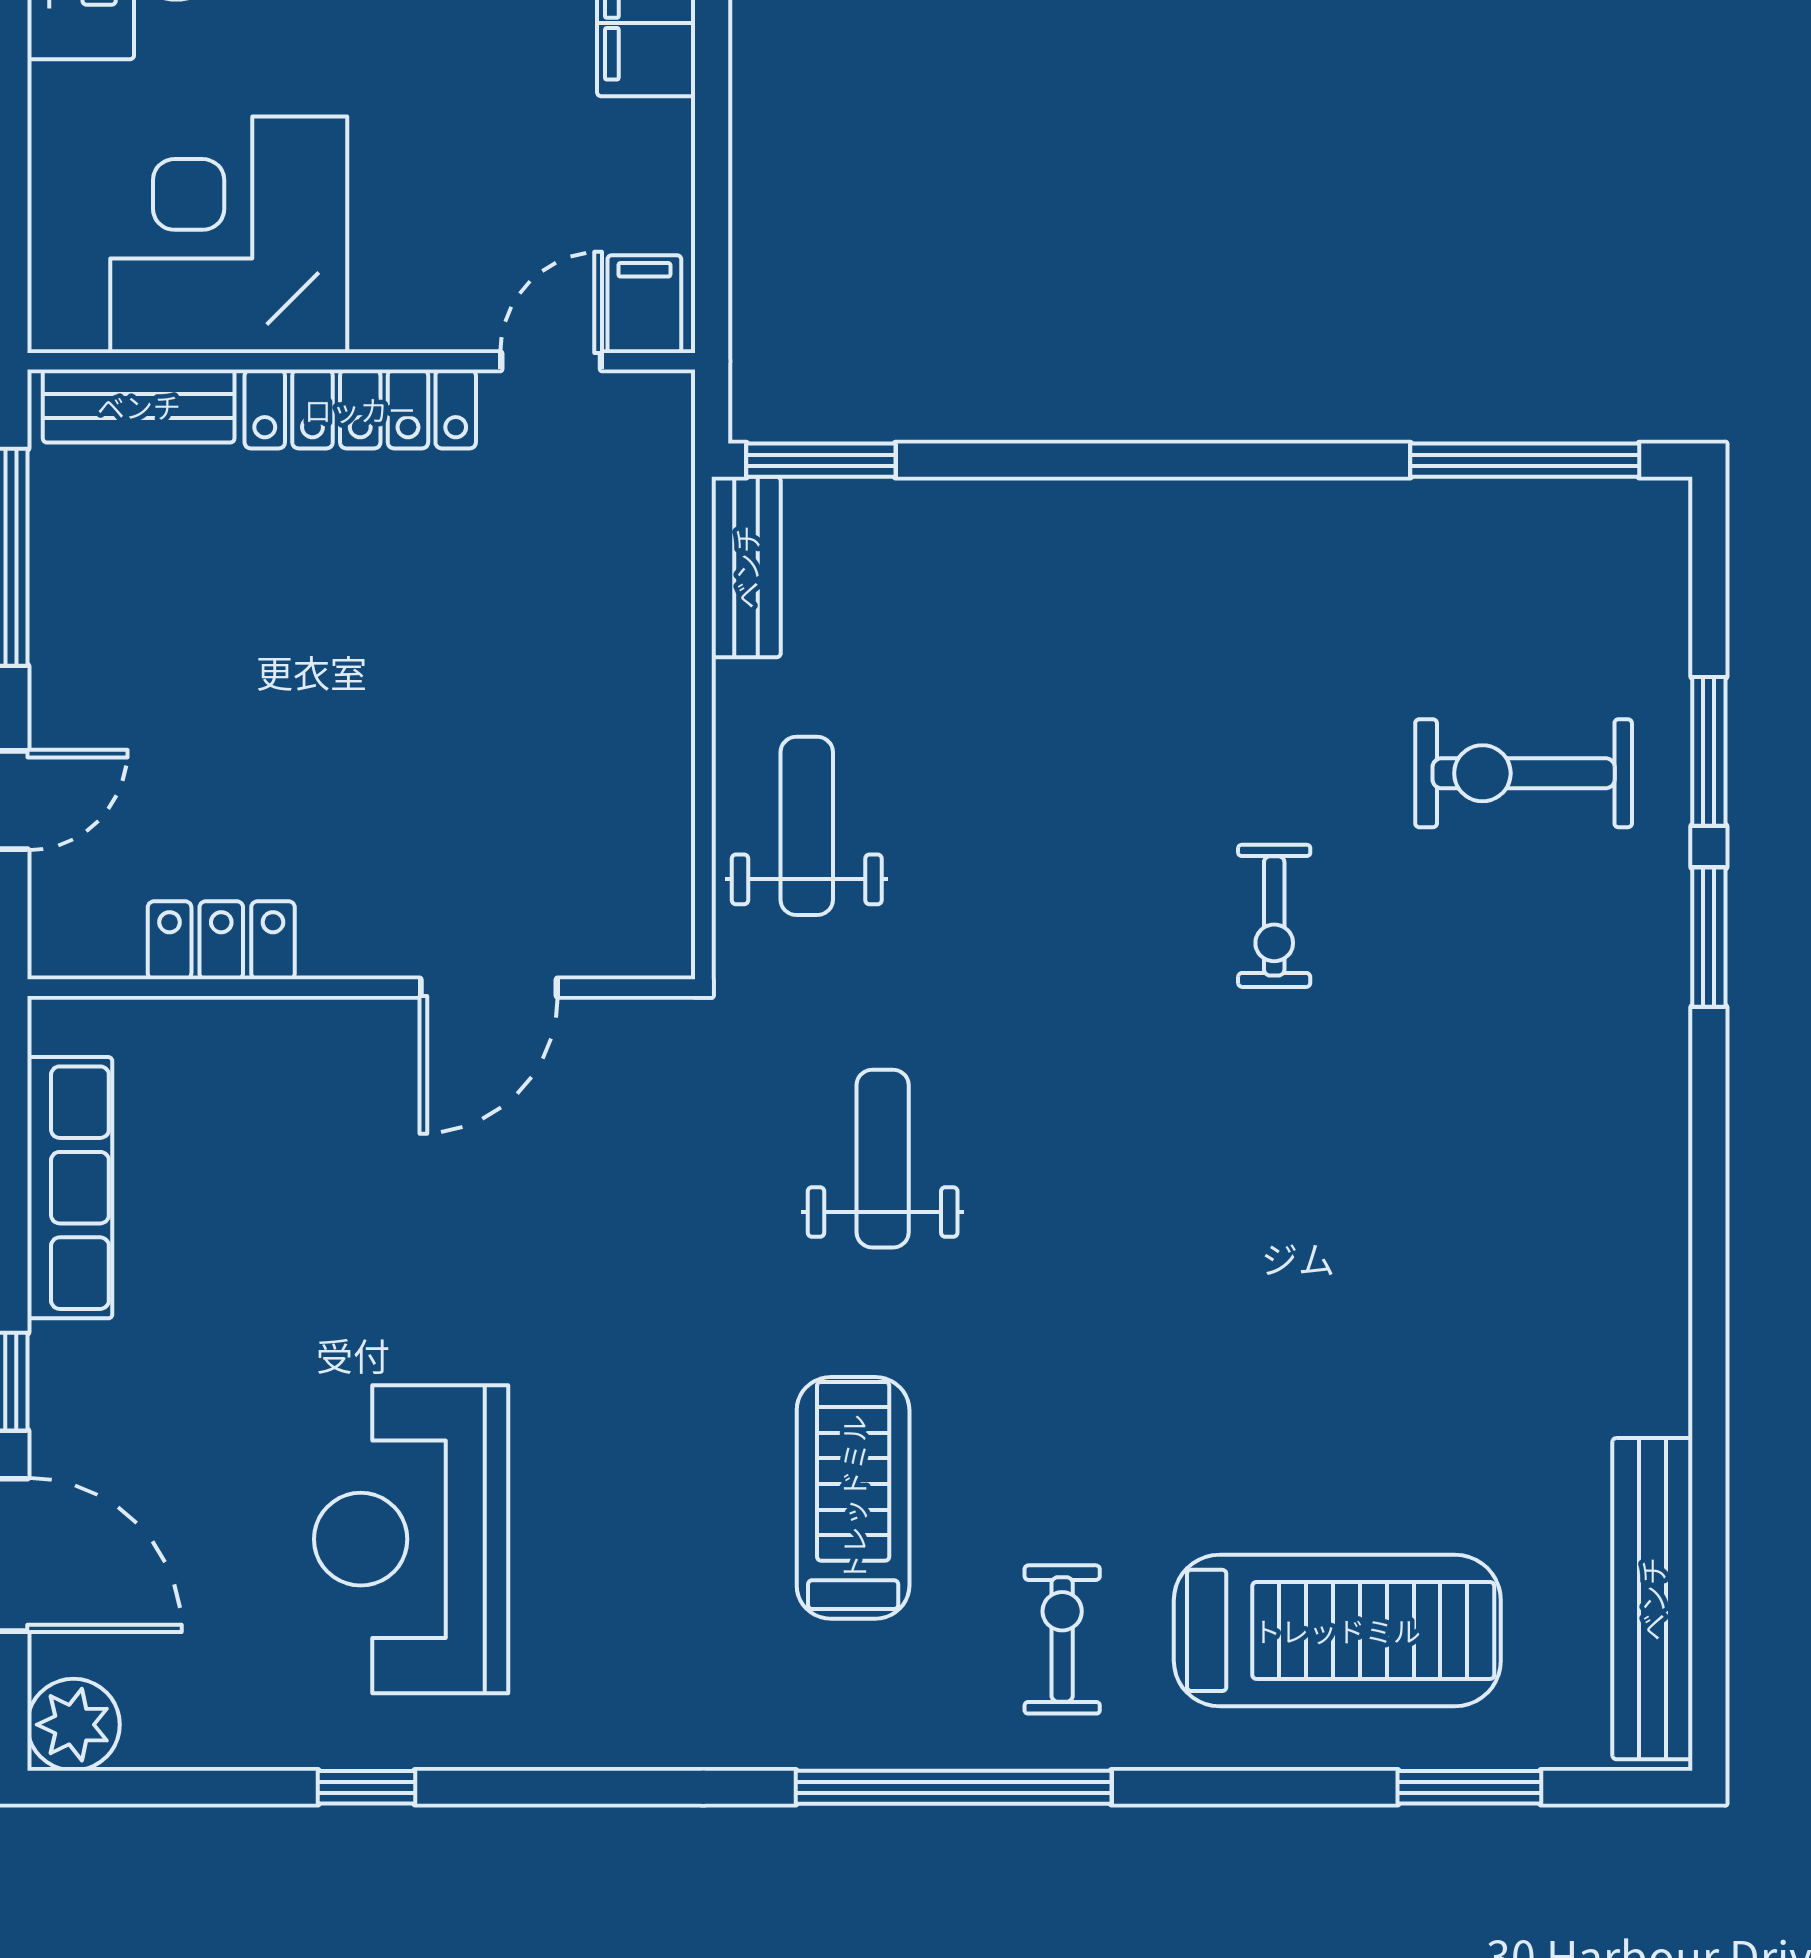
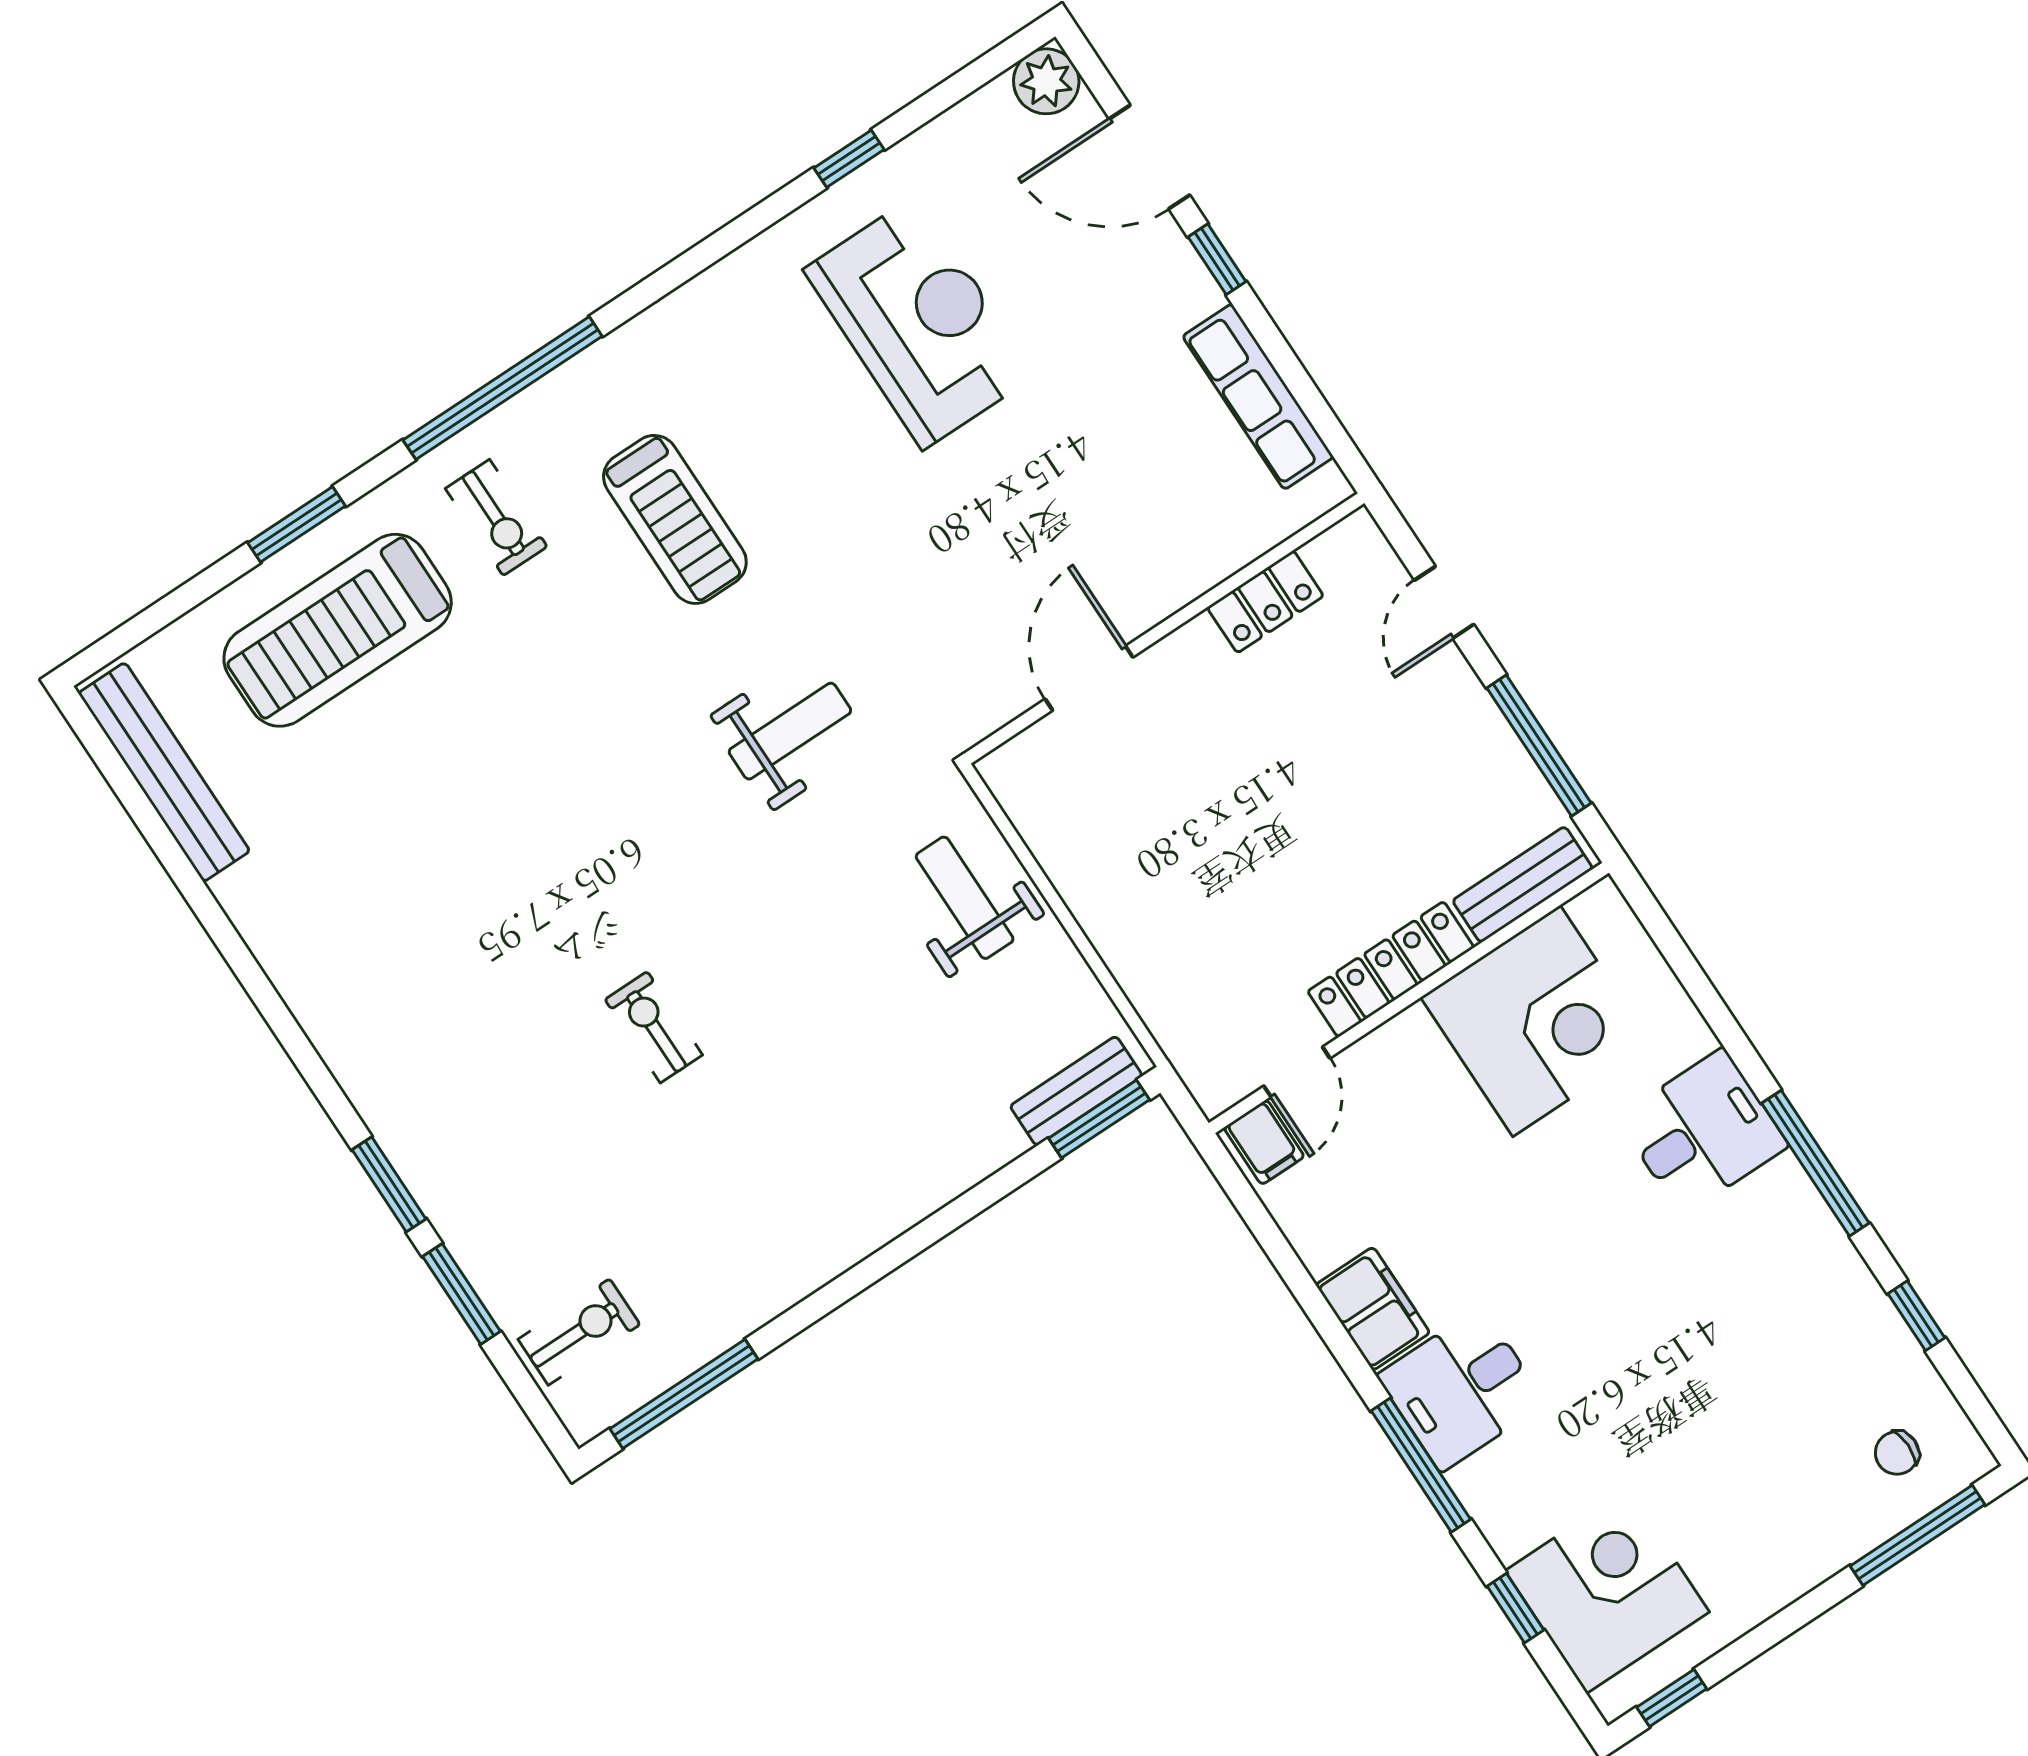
bench: (746, 567) -> (1076, 1091), moved, turned 90
exercise bike: (1524, 773) -> (579, 1332), moved, width x0.73, depth x0.72
weight bench: (807, 826) -> (965, 898), turned 180
weight bench: (883, 1159) -> (790, 731), turned -90
window: (1469, 1787) -> (297, 524), moved

